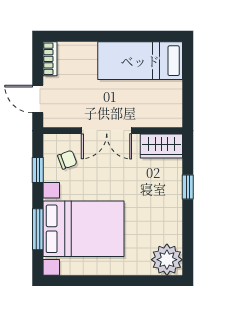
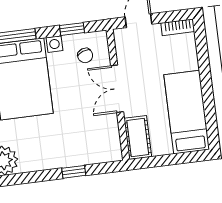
cot: (160, 115) -> (138, 138), added
wardrobe: (161, 146) -> (109, 142), removed

